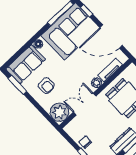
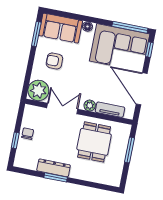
armchair: (46, 86) -> (54, 61), turned 90

